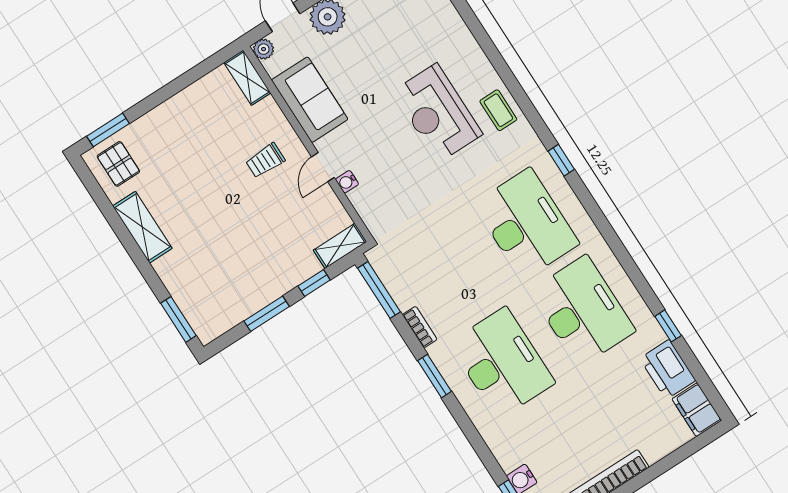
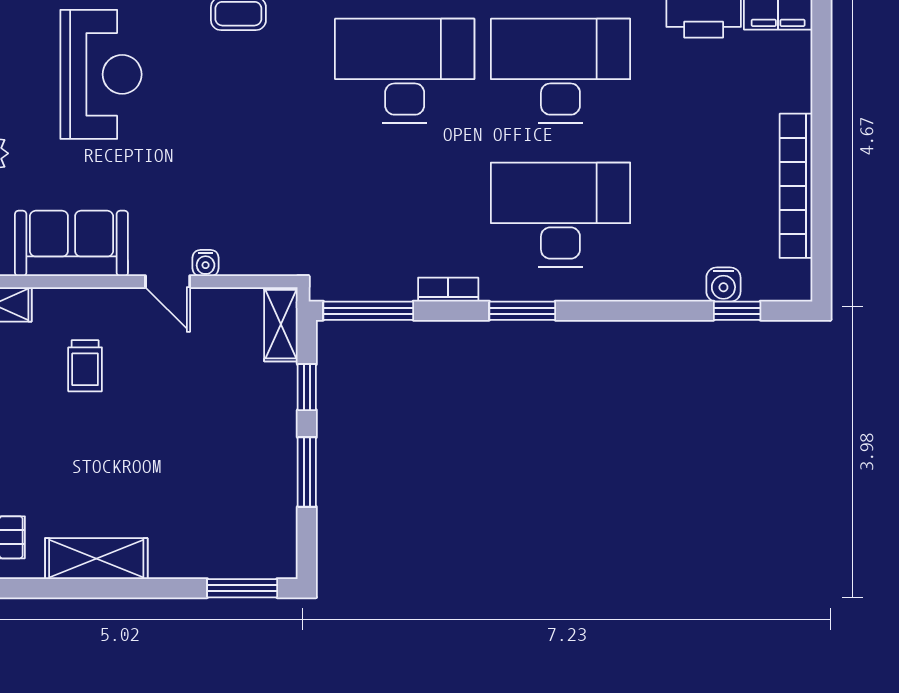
reception desk: (437, 113) -> (101, 74), moved, turned -90
trolley: (265, 160) -> (85, 366), moved

